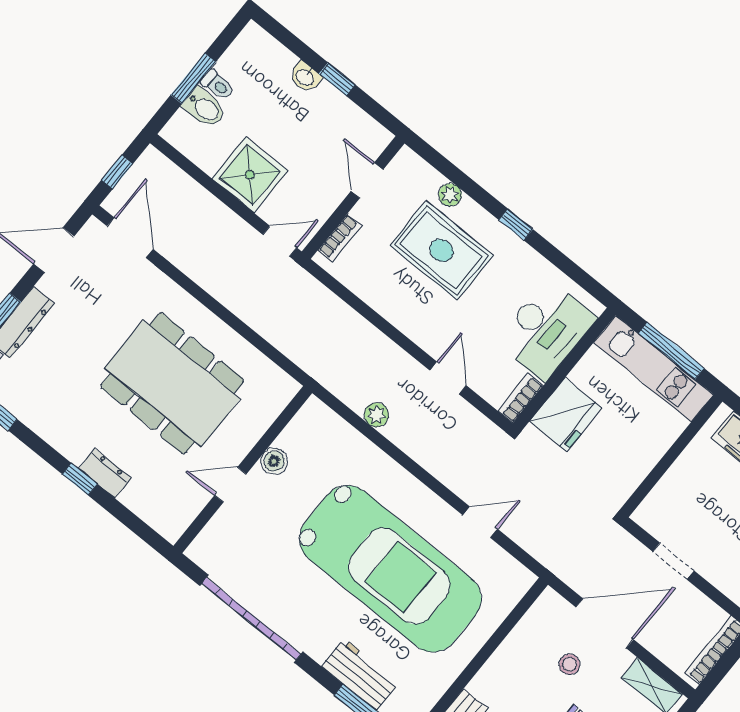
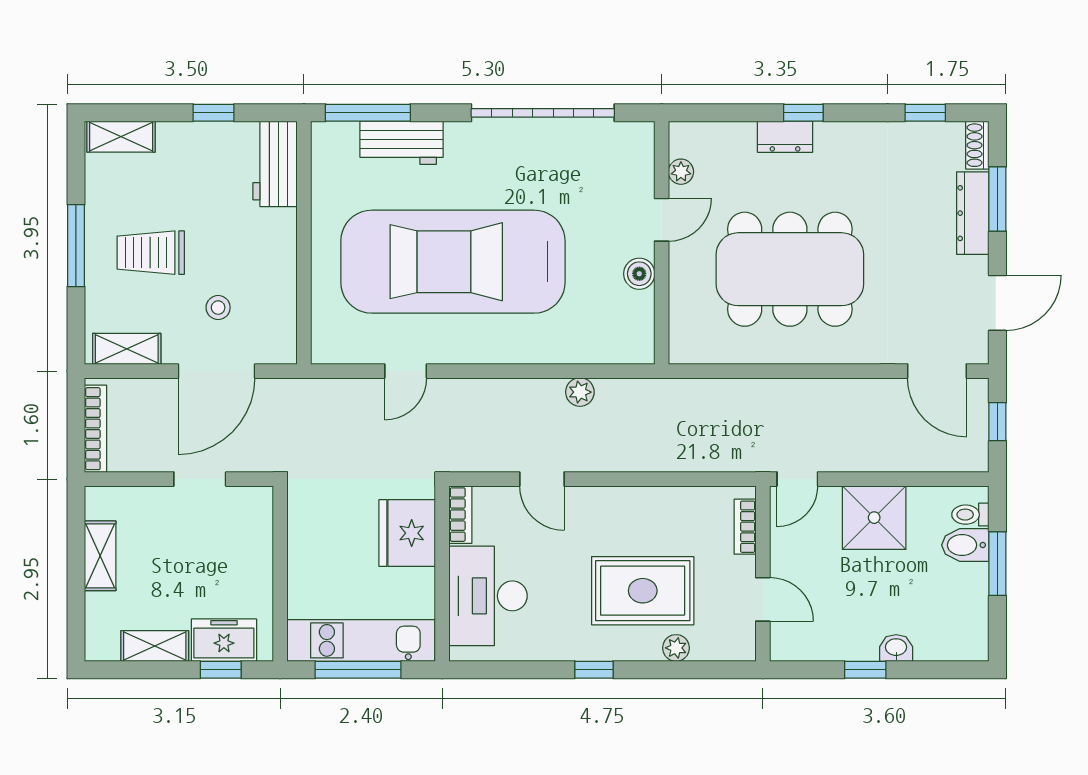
toilet: (217, 85) -> (970, 515), moved
plant: (192, 506) -> (681, 172), added

